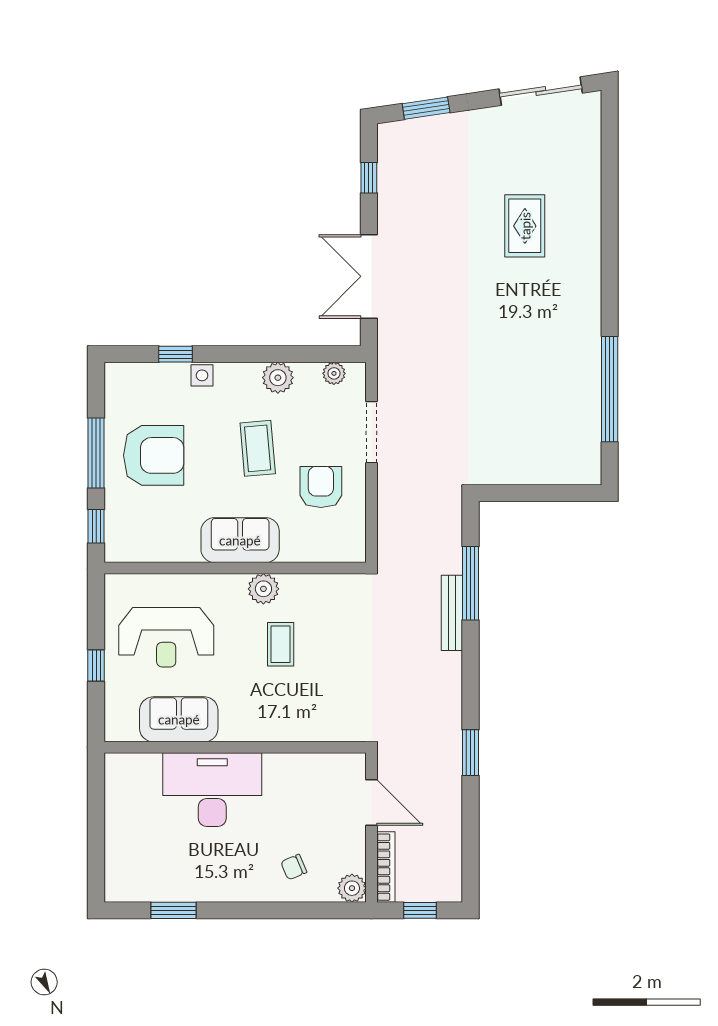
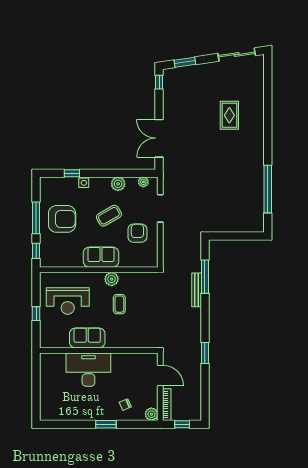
window: (369, 178) -> (159, 82), moved
coffee table: (258, 448) -> (109, 216), turned 65
sofa: (179, 719) -> (87, 338), moved
window: (173, 910) -> (106, 424), moved

